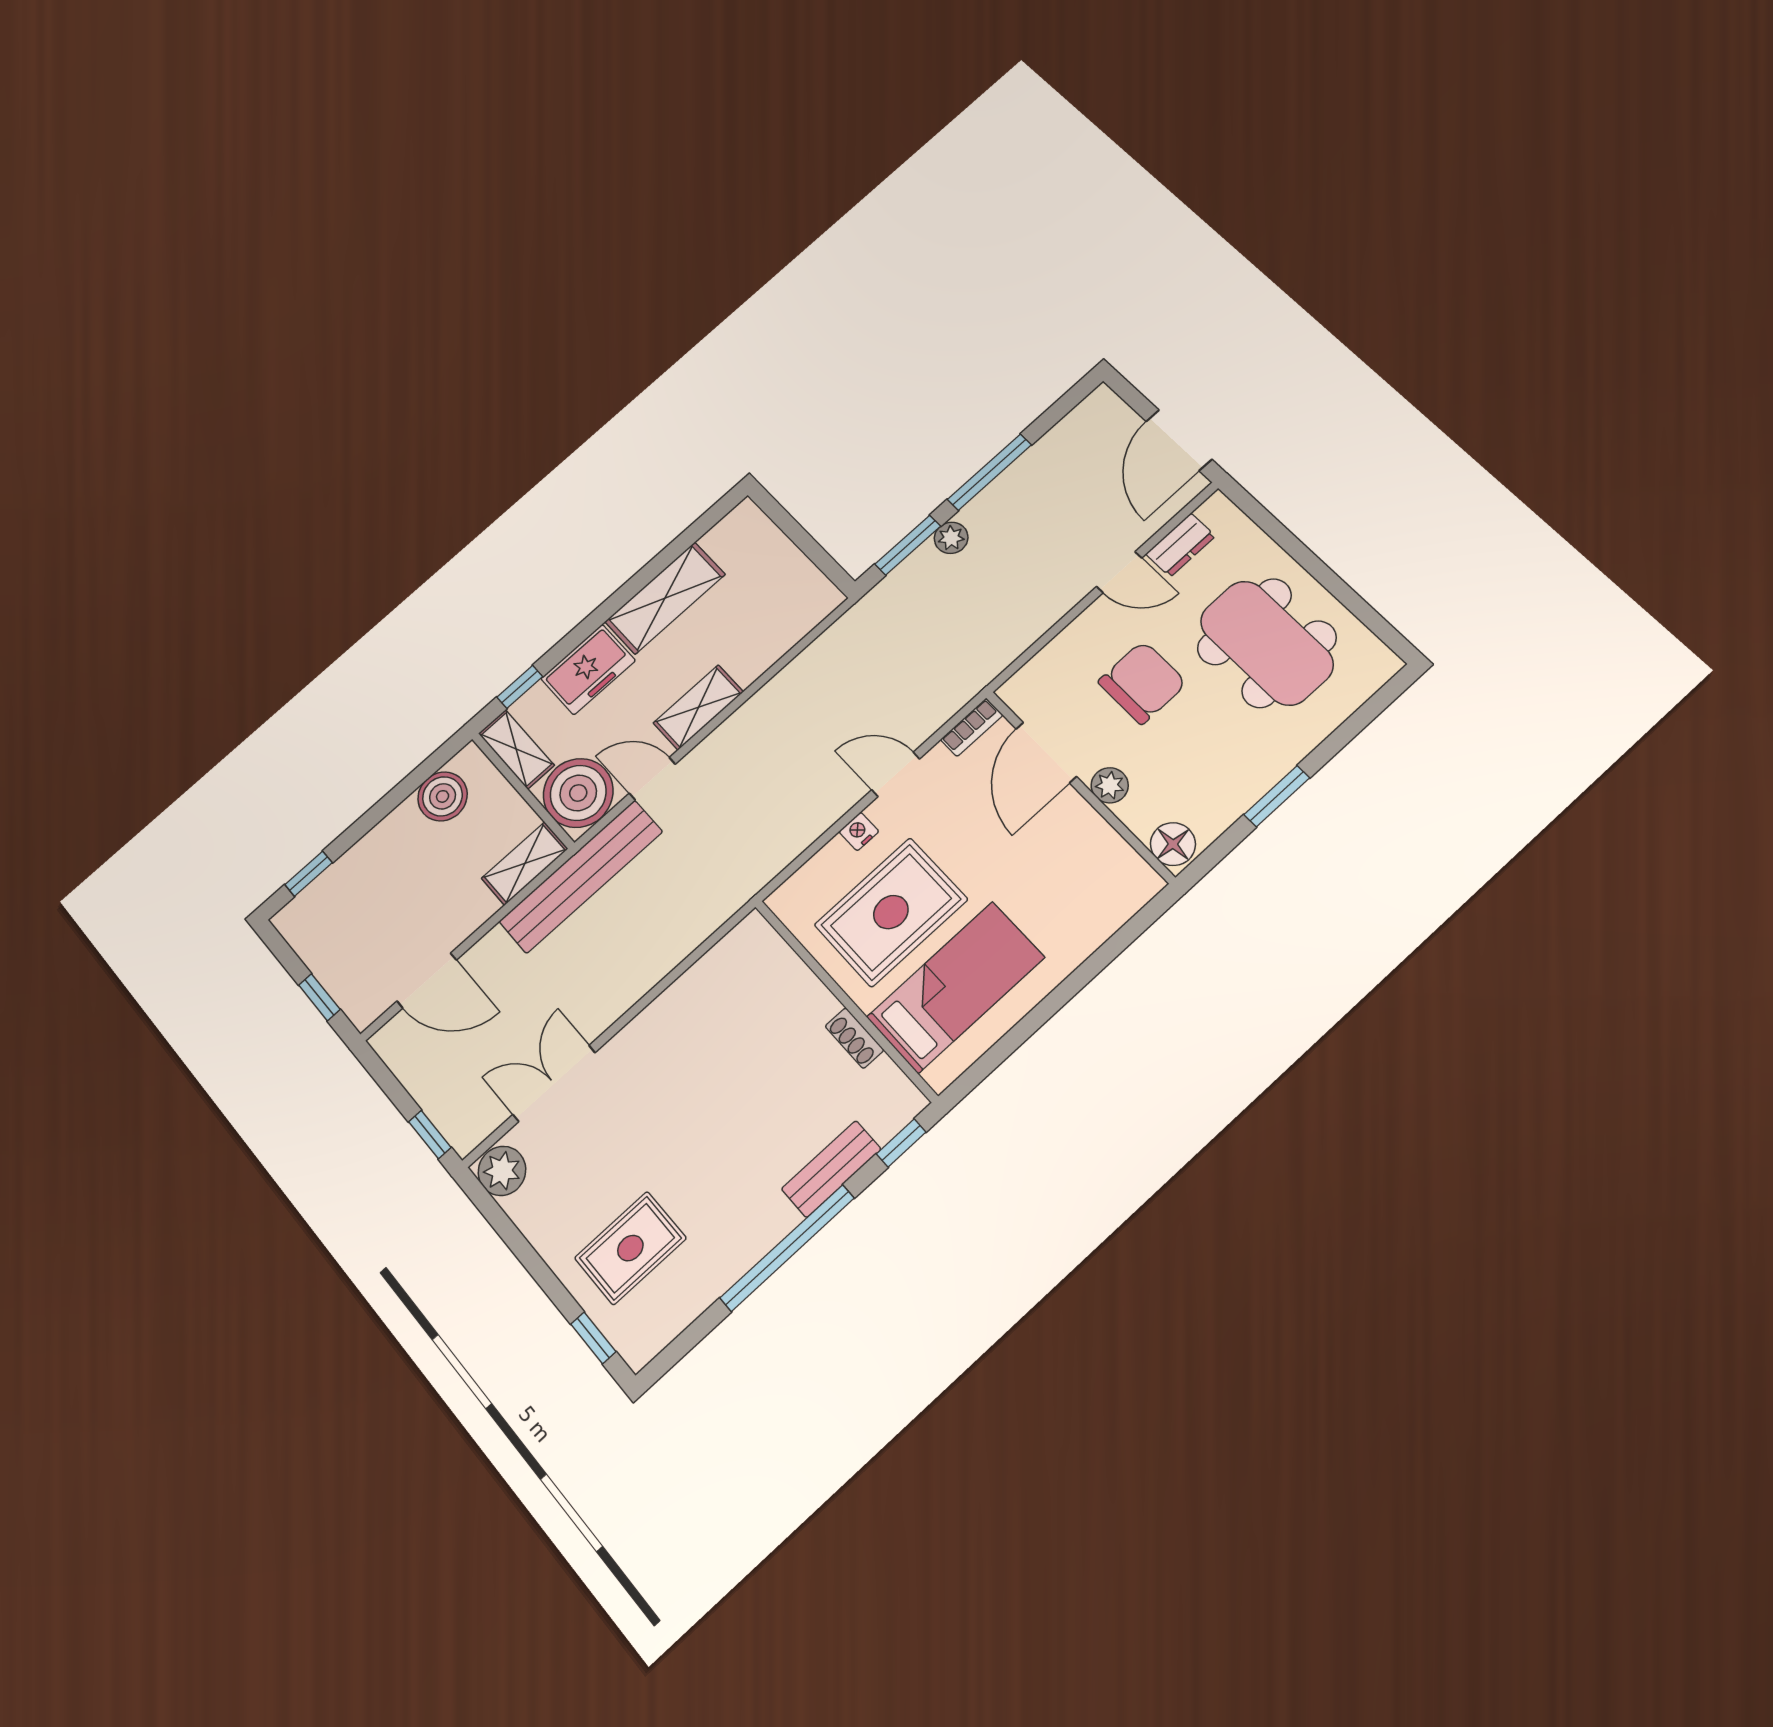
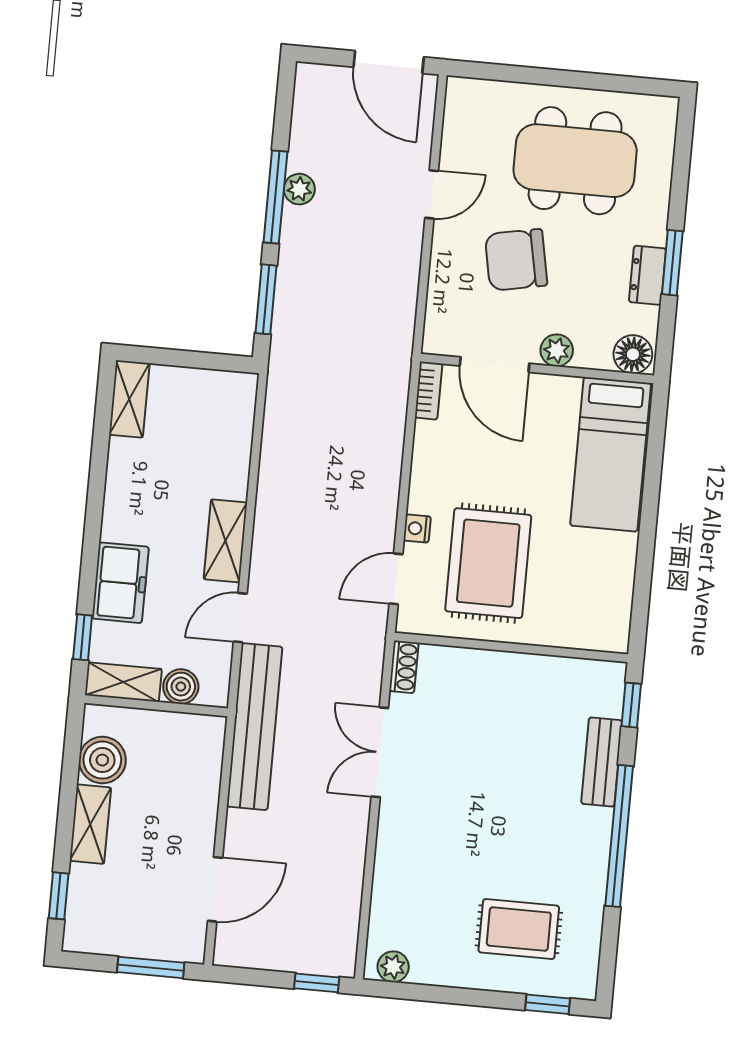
plant: (951, 538) -> (299, 189), moved
dresser: (1180, 545) -> (647, 275), moved, turned 180
shelving: (665, 598) -> (129, 399), moved, width x0.67, depth x0.75
chair: (1142, 682) -> (516, 260), turned -101
door: (896, 774) -> (396, 579), moved
boiler: (578, 793) -> (181, 687), width x0.54, depth x0.54
shelving: (525, 864) -> (90, 824), moved
bed: (956, 987) -> (611, 454), moved, turned 180
window: (319, 997) -> (151, 967), width x1.50
shoe rack: (854, 1038) -> (404, 667), moved, turned -90
double door: (554, 1083) -> (380, 752), moved
plant: (502, 1171) -> (393, 967), width x0.73, depth x0.73
rug: (630, 1248) -> (519, 929), turned 90

